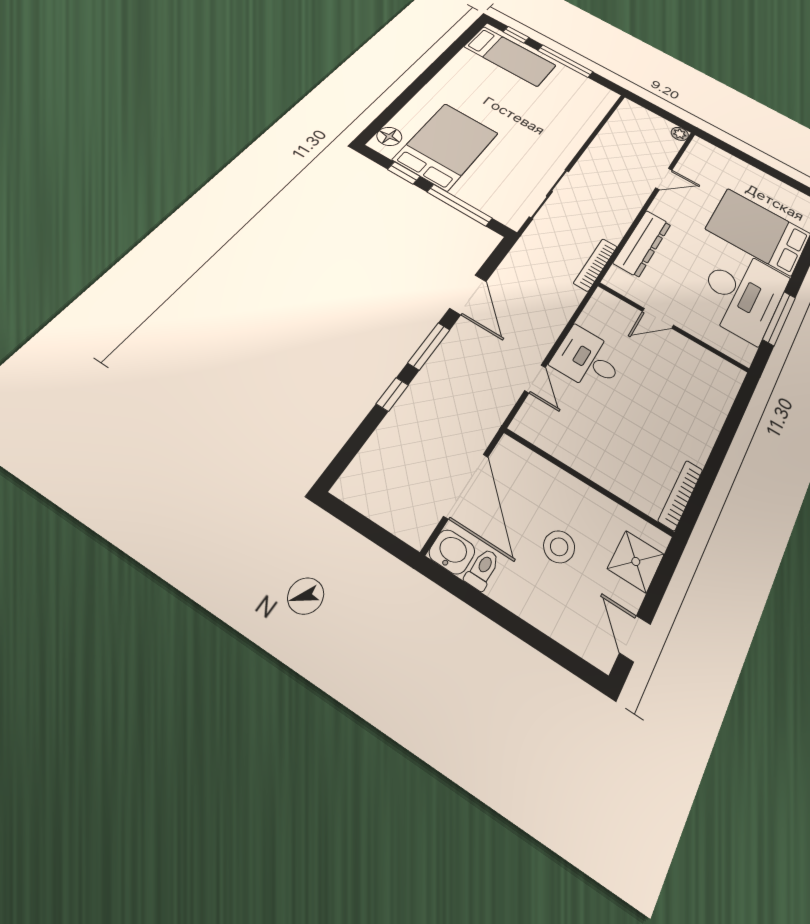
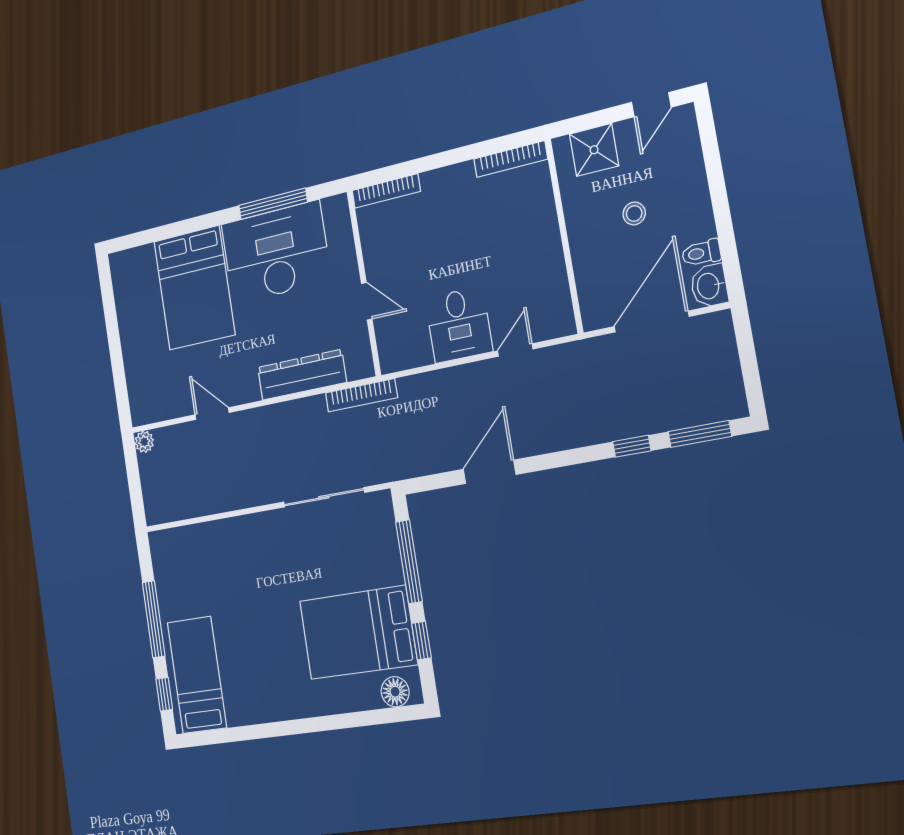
window: (429, 346) -> (700, 434), moved
bookcase: (728, 393) -> (386, 191), added
stool: (559, 547) -> (634, 213), width x0.73, depth x0.73

